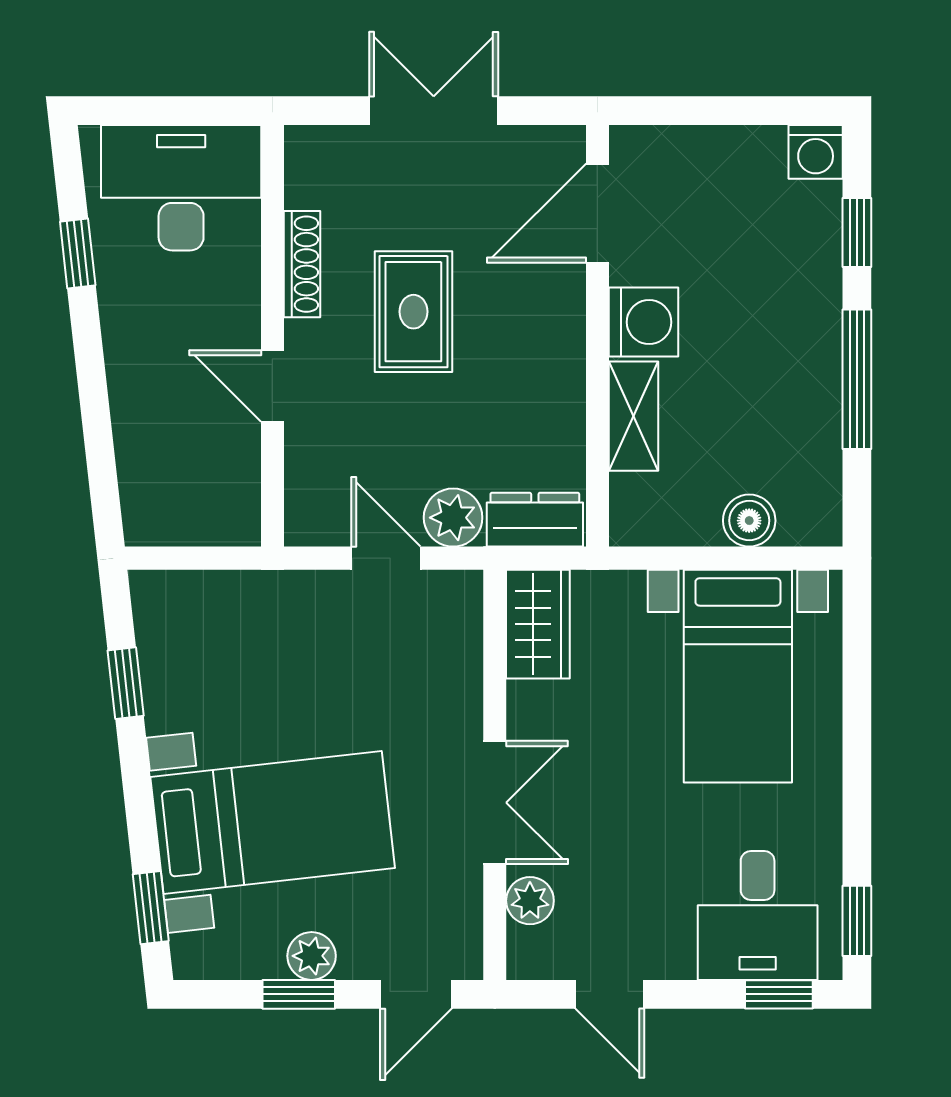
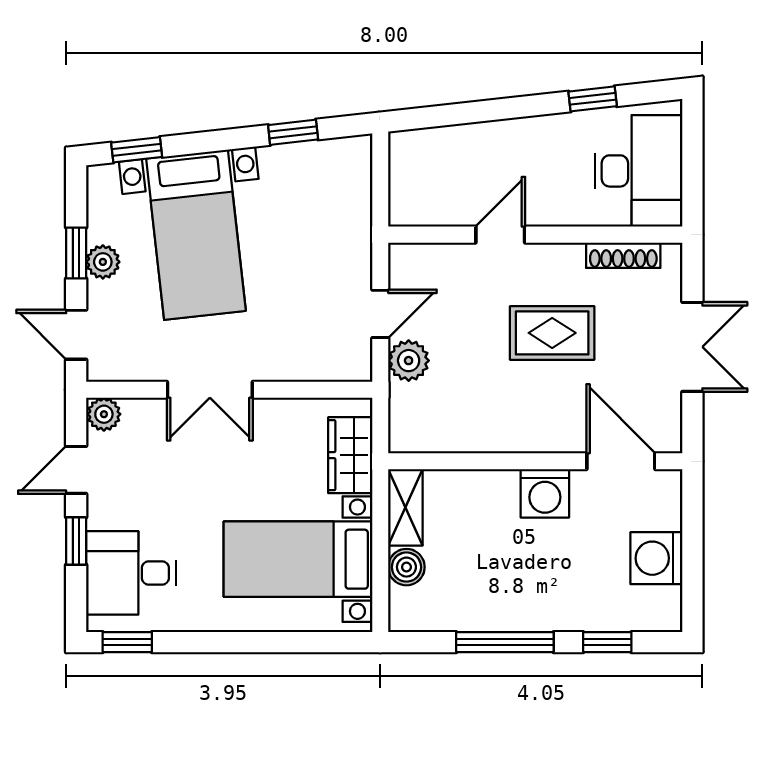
washing machine: (816, 152) -> (656, 558), moved, width x1.38, depth x1.38
shoe rack: (302, 264) -> (623, 255), moved
shelving: (634, 416) -> (405, 507), moved, turned 90
dresser: (535, 520) -> (407, 418), removed
wardrobe: (538, 624) -> (350, 455), moved, turned 90
plant: (530, 901) -> (104, 414), moved
window: (779, 994) -> (76, 541), moved

